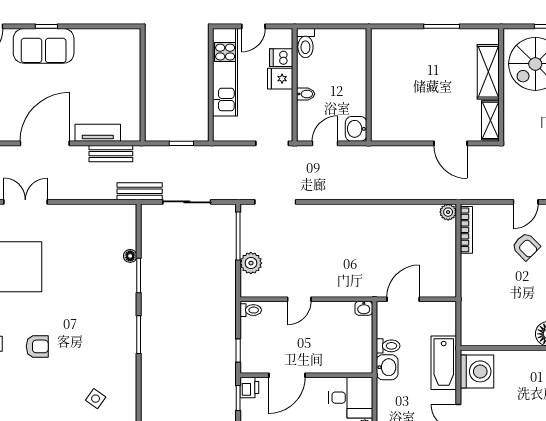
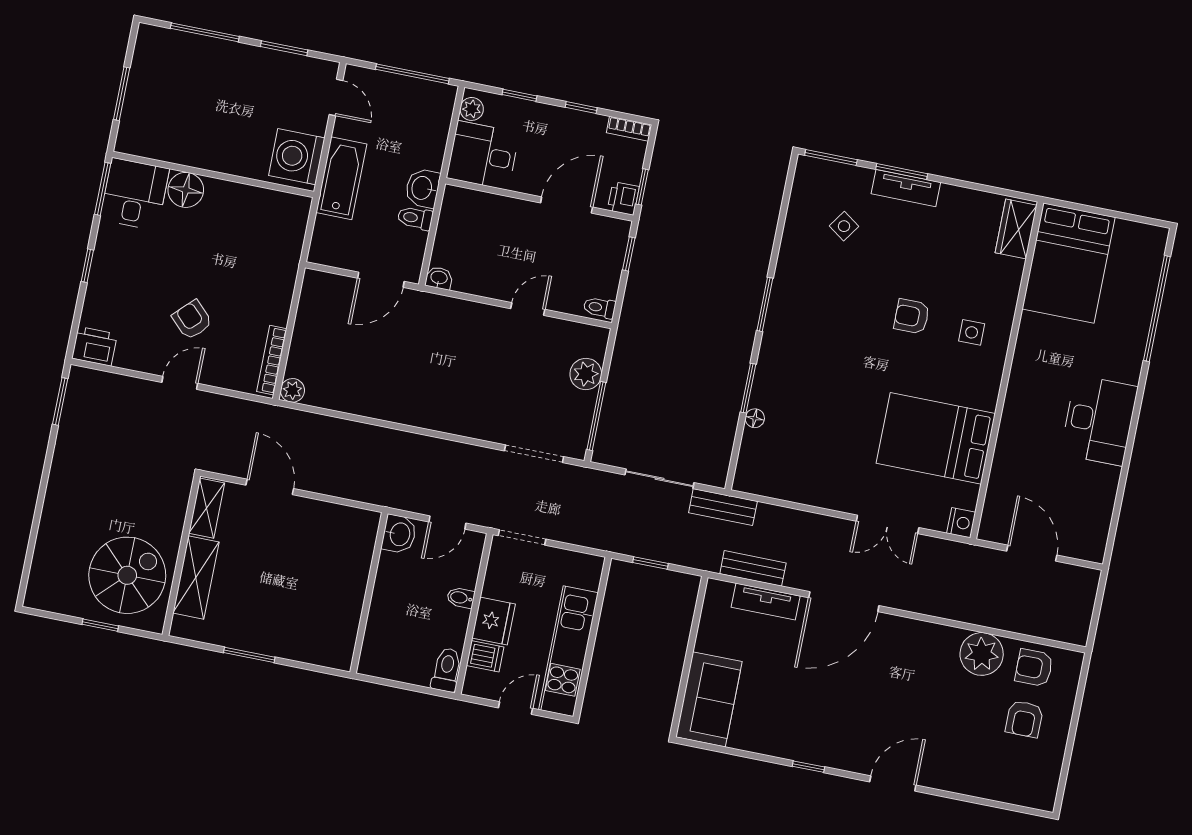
sofa: (44, 46) -> (709, 699), moved, turned 90
fridge: (280, 79) -> (494, 621), width x1.38

